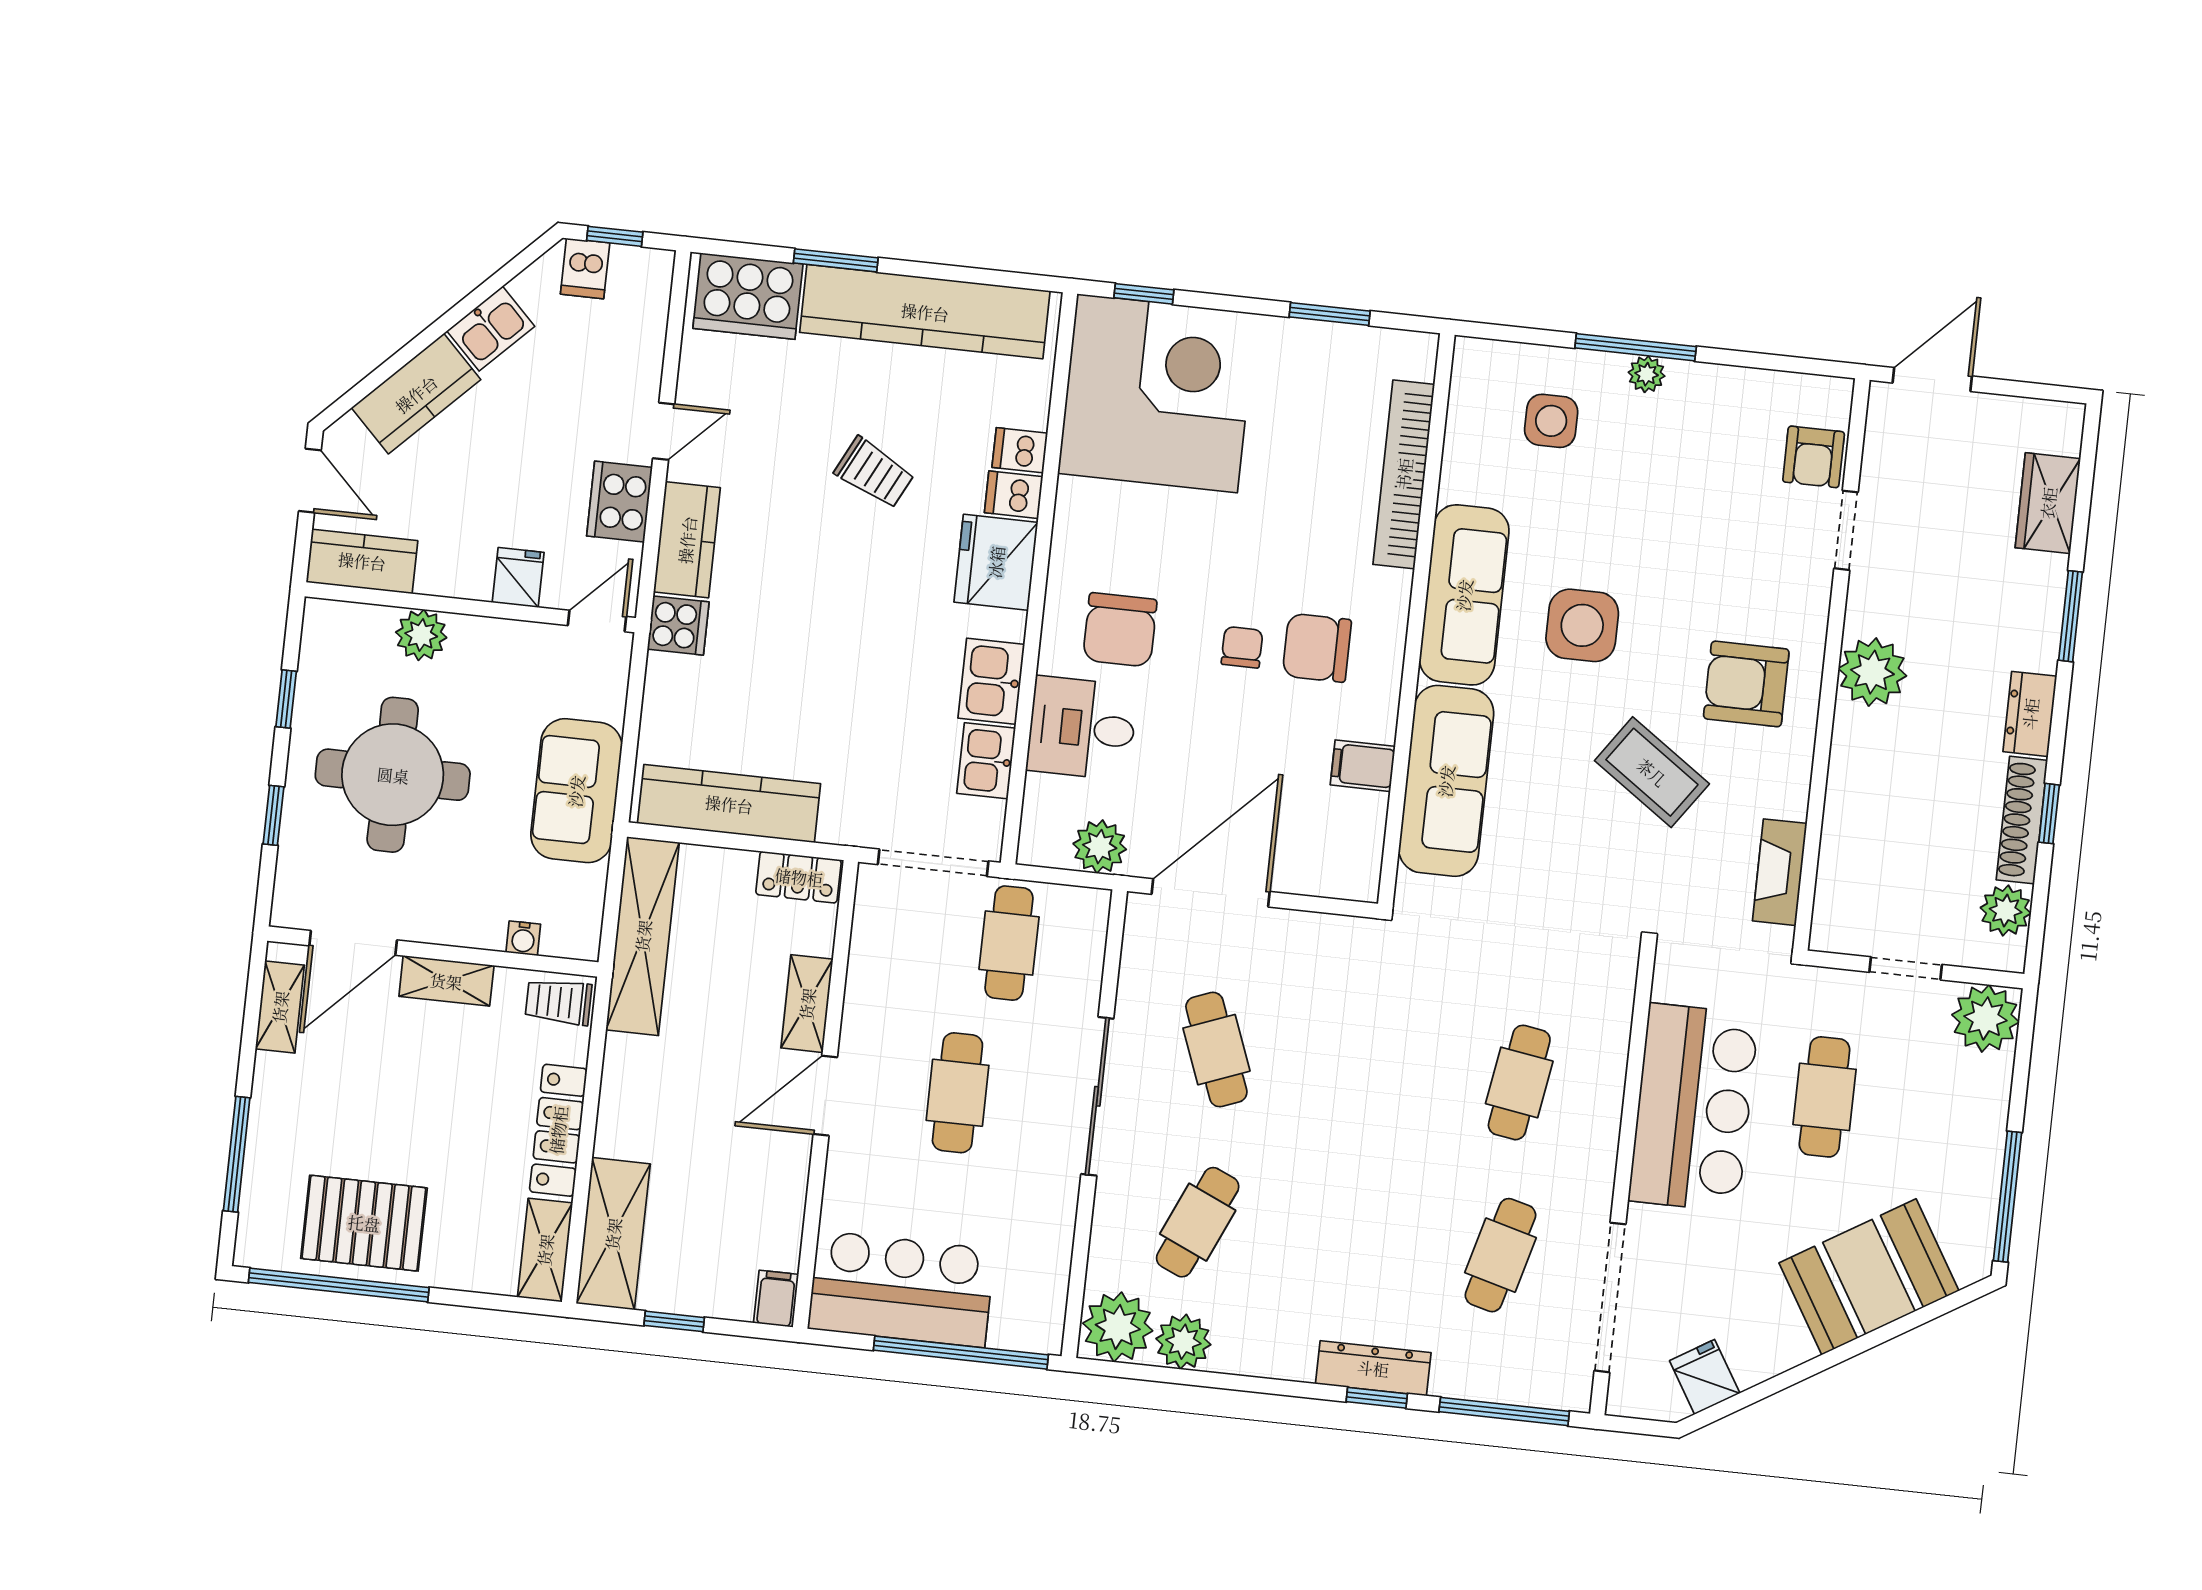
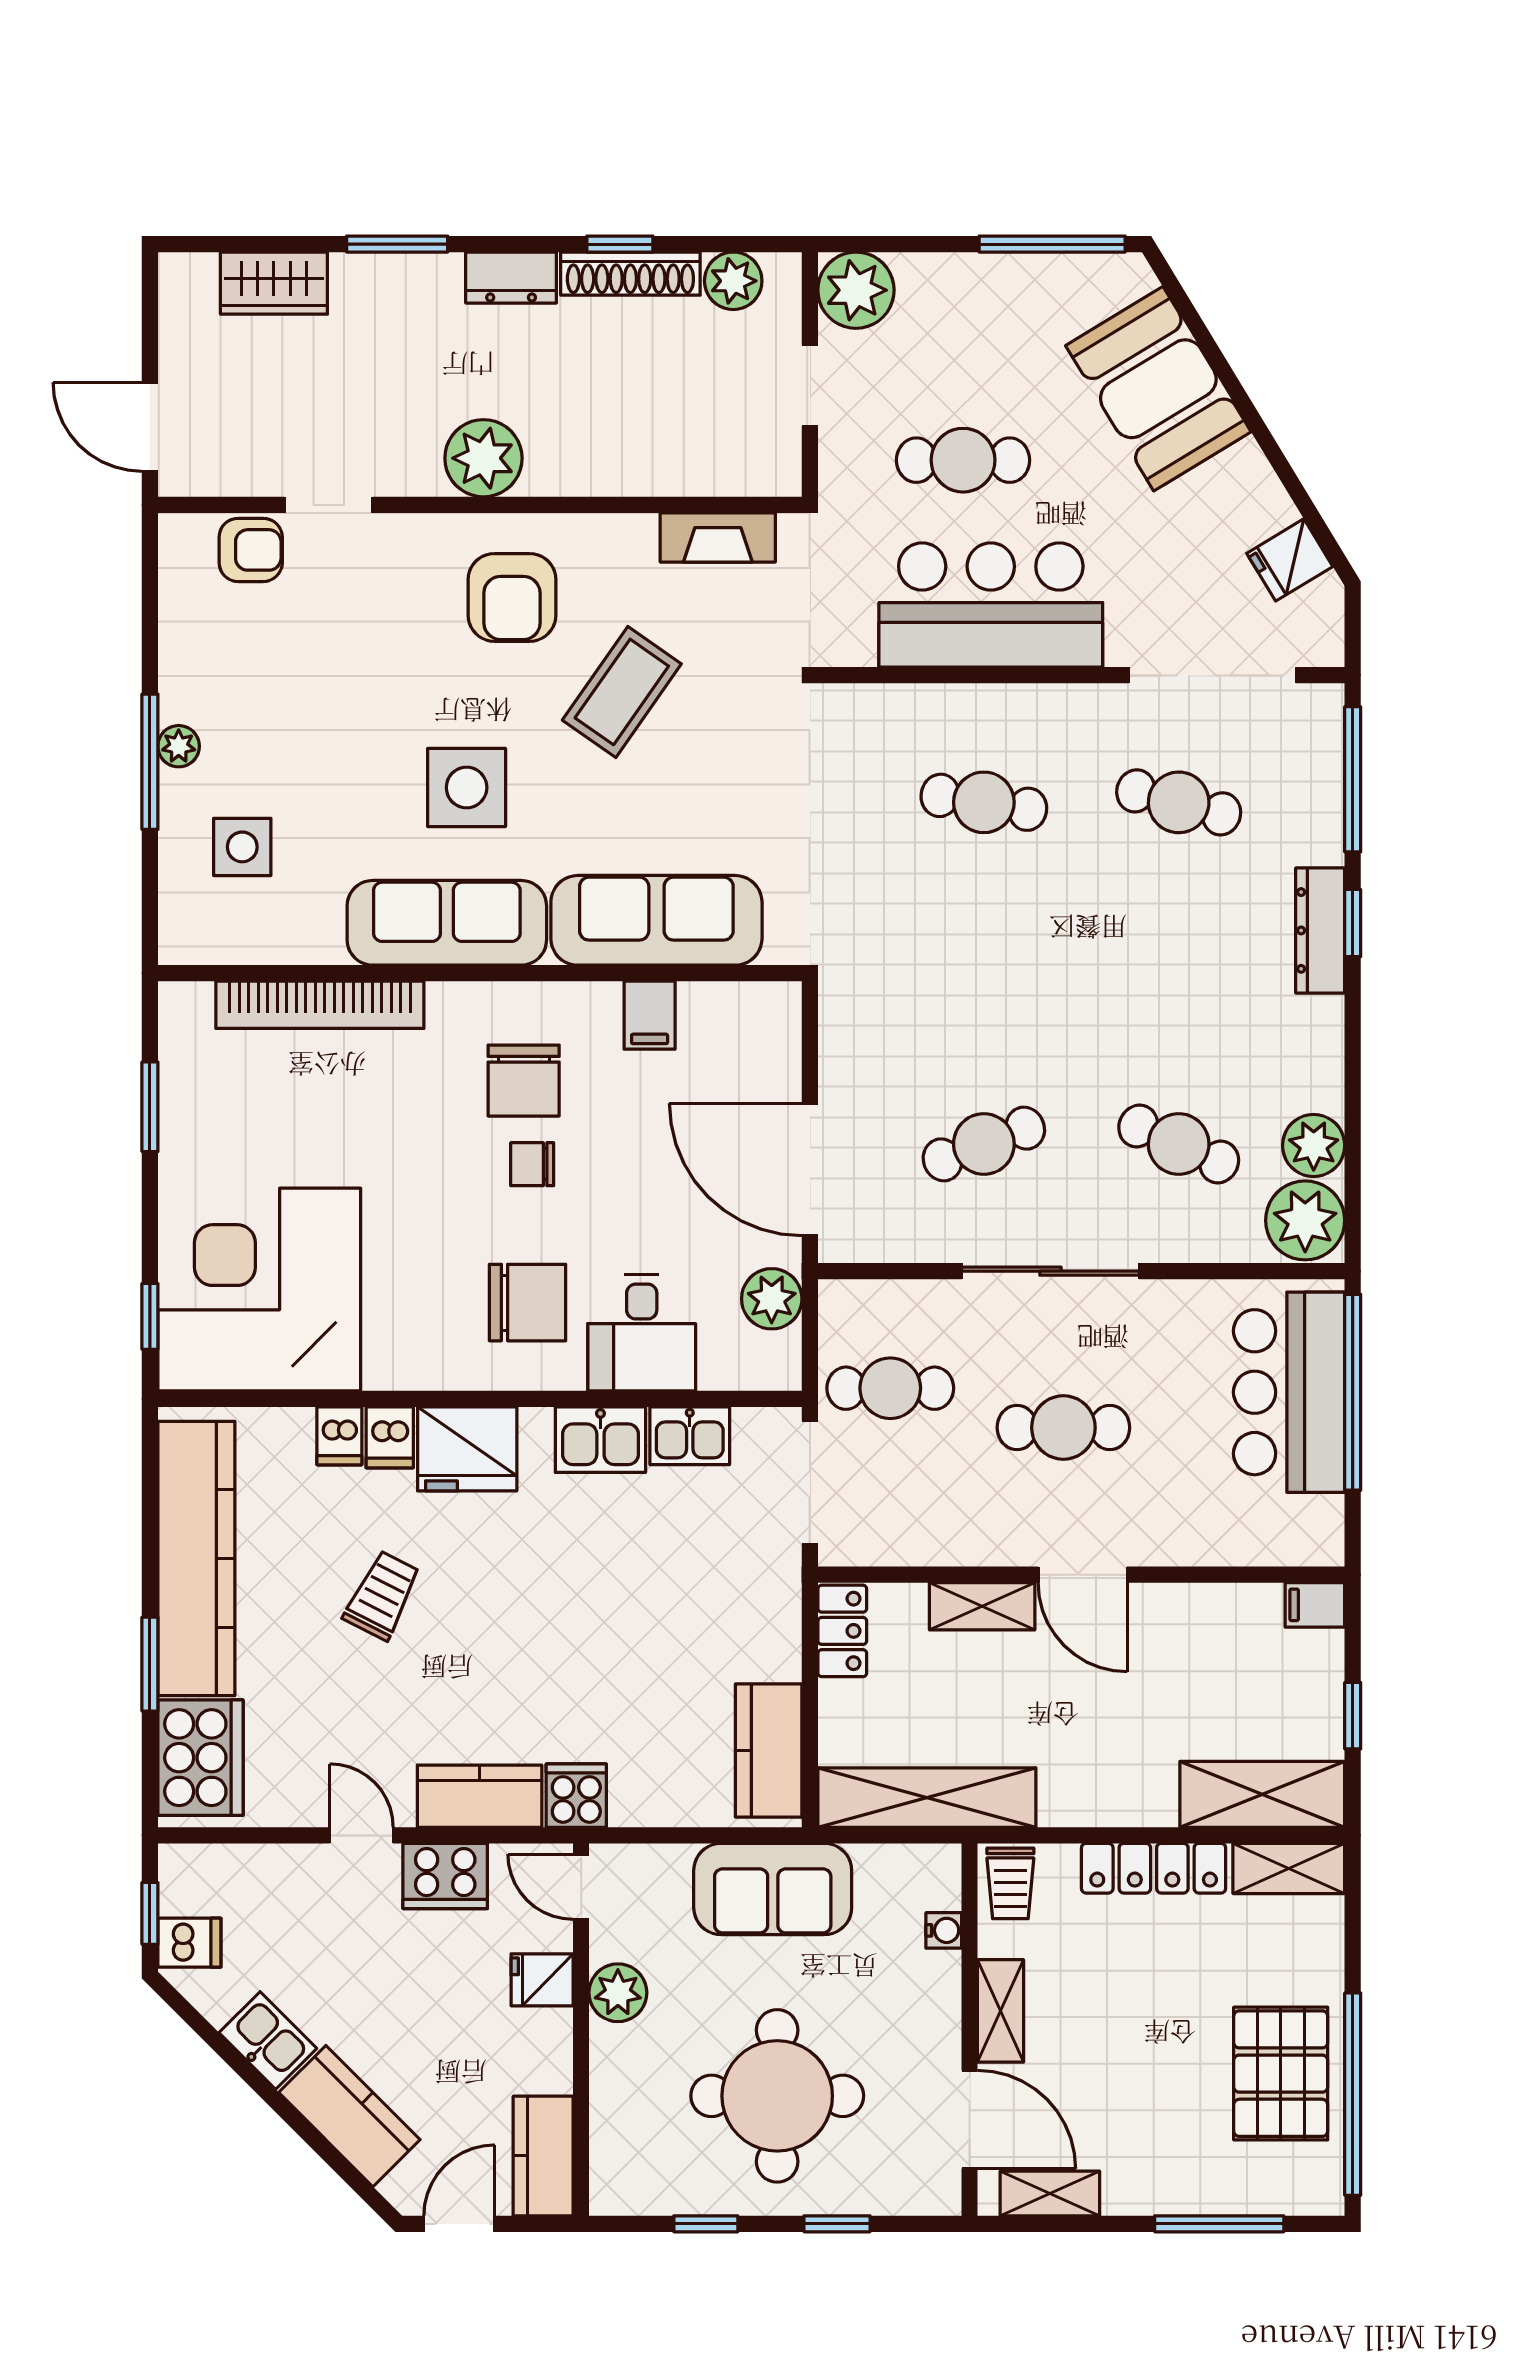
plant: (421, 635) -> (618, 1993), moved
kitchen counter: (729, 804) -> (769, 1751), width x0.67
bar counter: (901, 1289) -> (1289, 1392), moved

